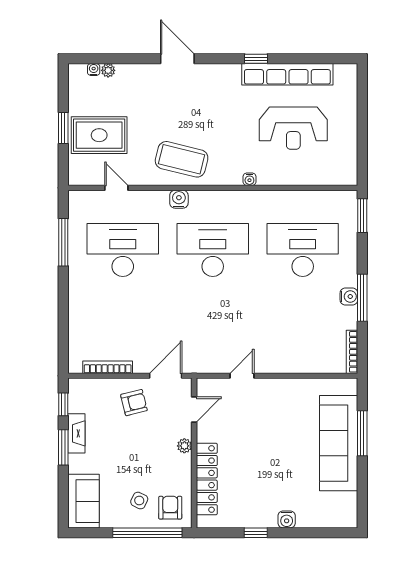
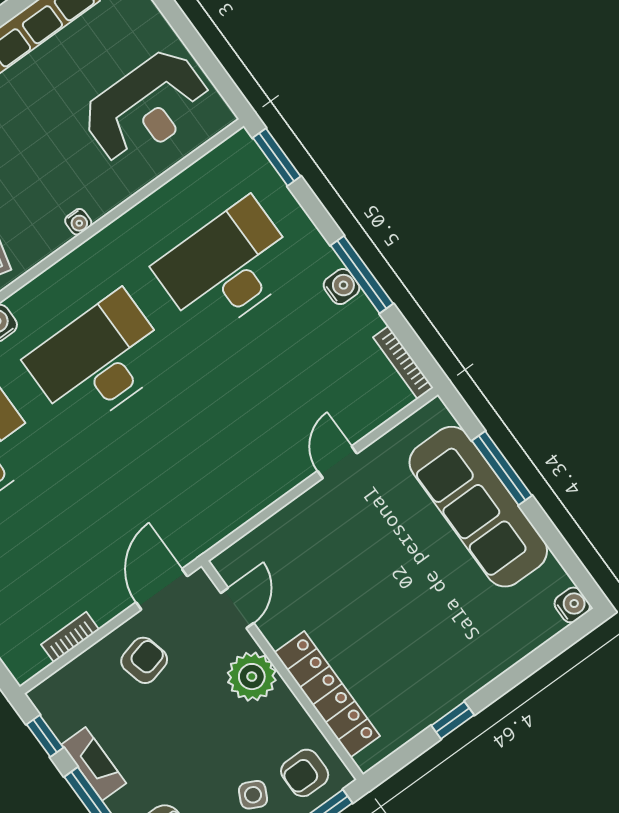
reception desk: (293, 128) -> (147, 107), moved
bookcase: (108, 367) -> (70, 637), width x0.64
door: (242, 376) -> (337, 462), moved
plant: (184, 446) -> (252, 677), width x1.87, depth x1.87
armchair: (170, 508) -> (305, 773), turned -90
water cooler: (287, 519) -> (572, 605), moved, turned -90

